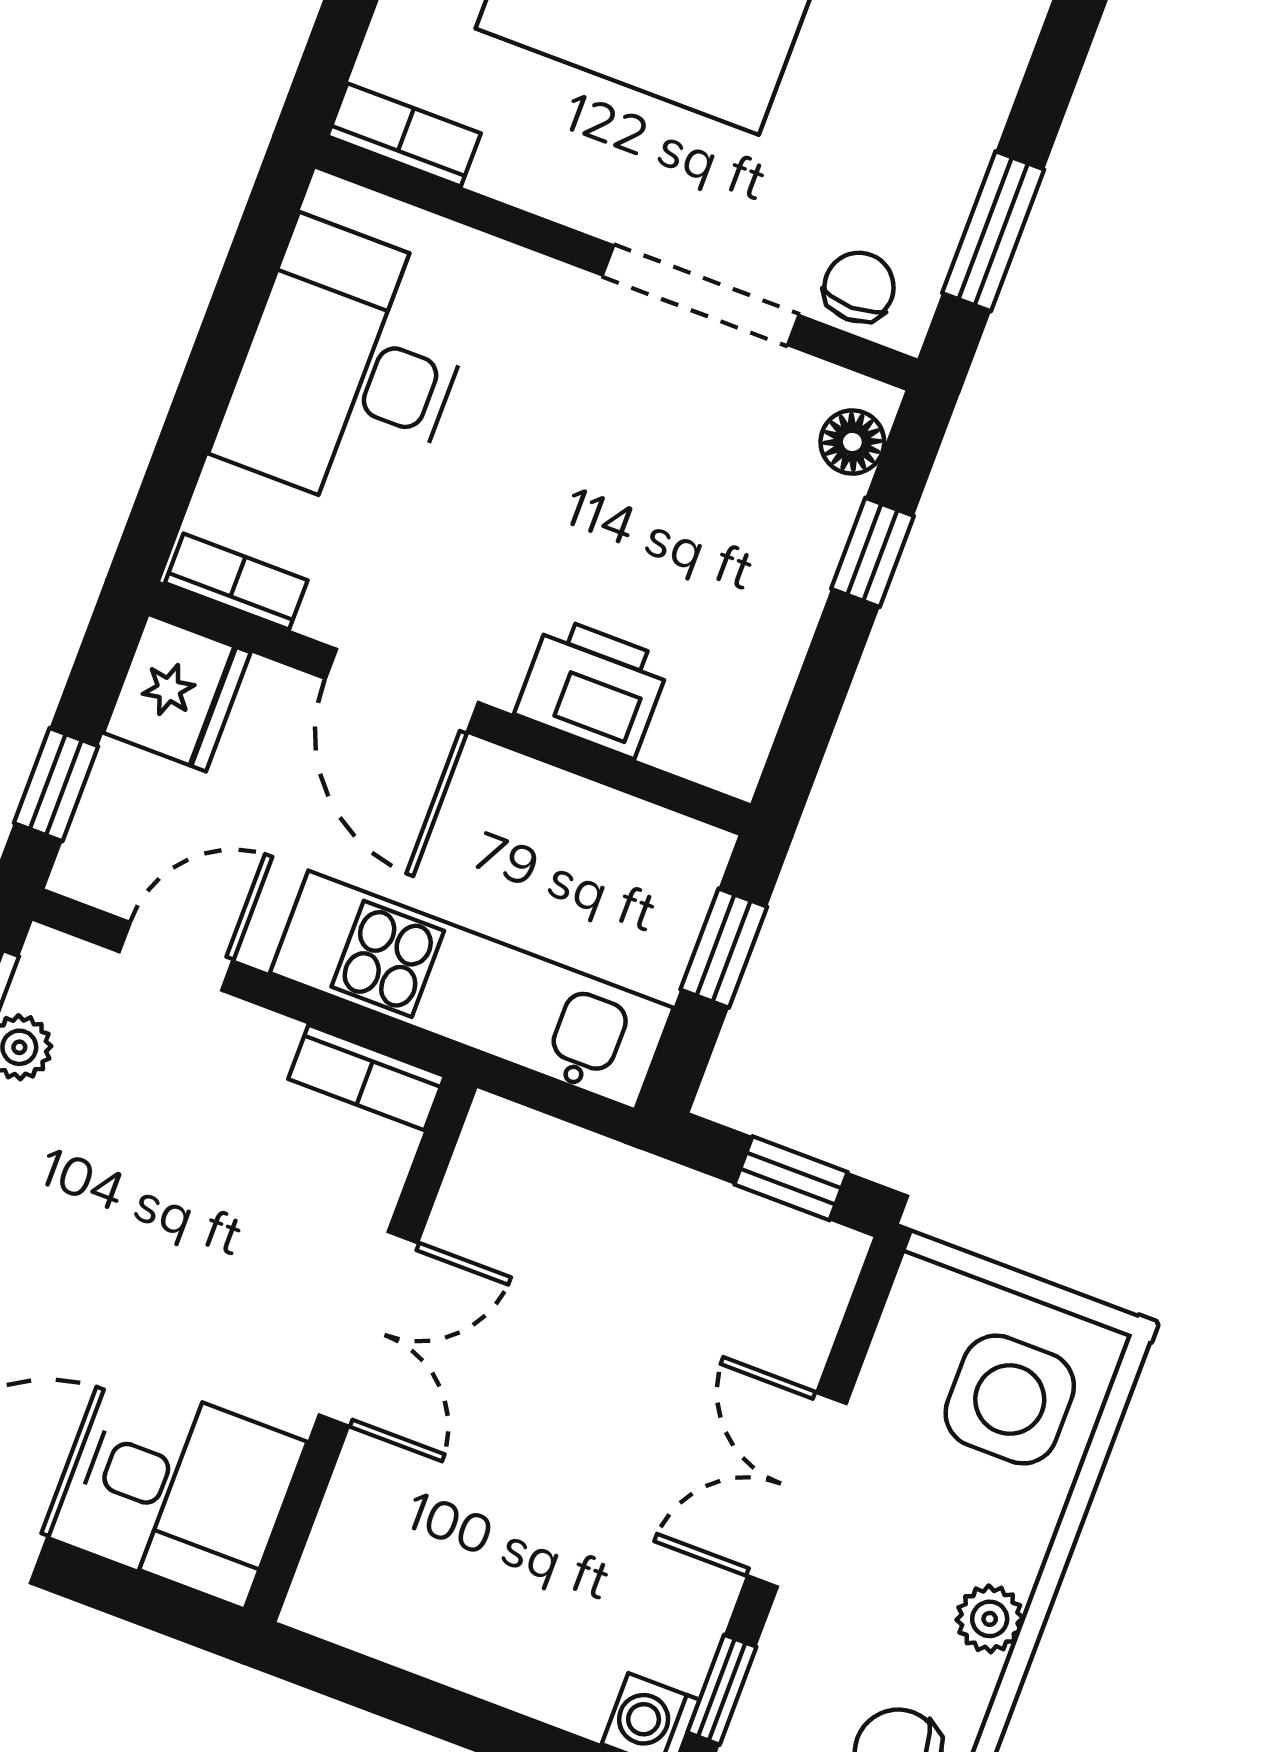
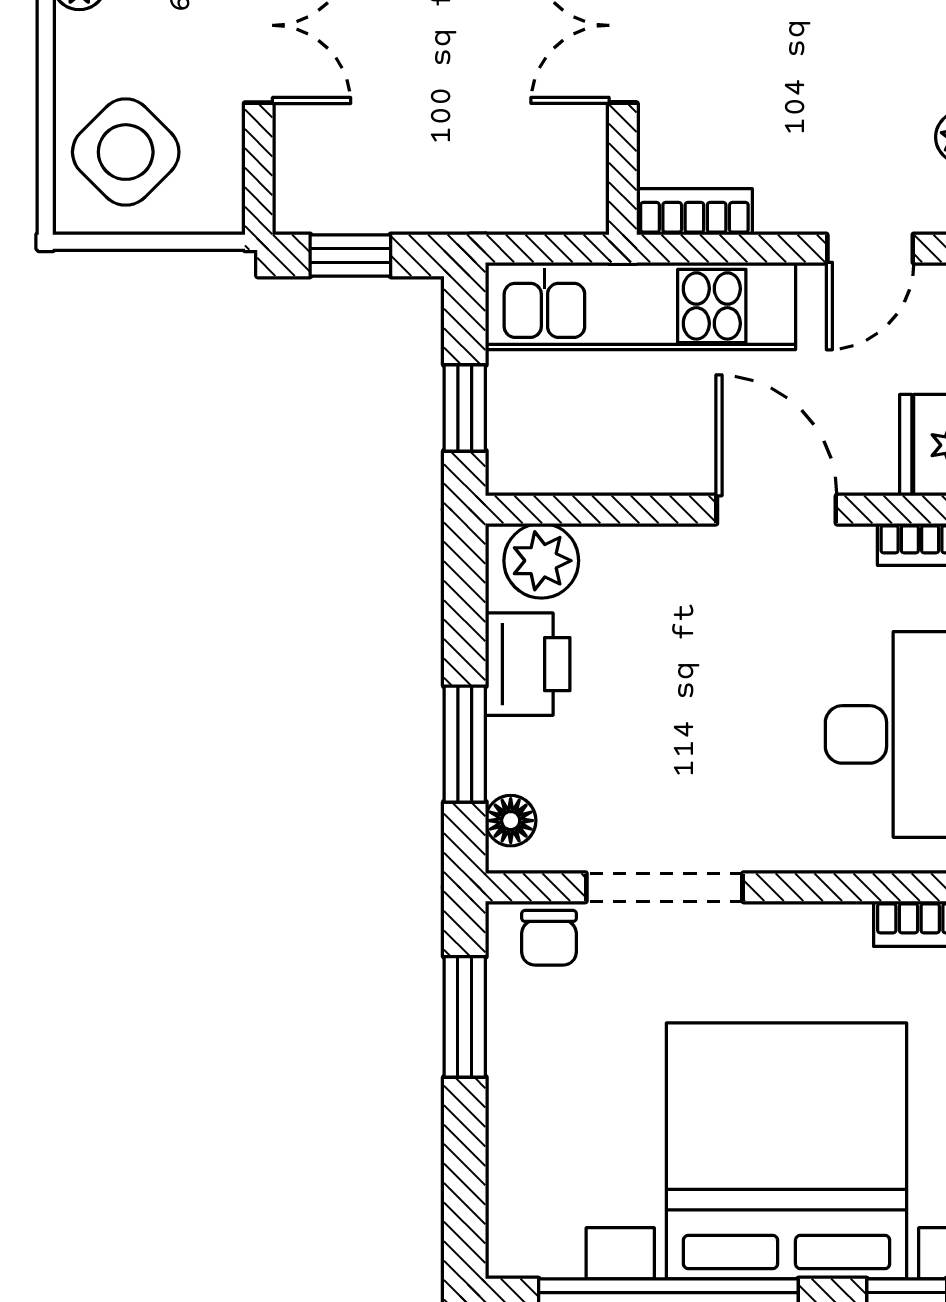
window: (872, 552) -> (465, 744), width x1.50
printer: (593, 687) -> (528, 664), moved, turned -90
plant: (701, 734) -> (541, 561), added
side table: (1010, 1400) -> (126, 152), turned 45

